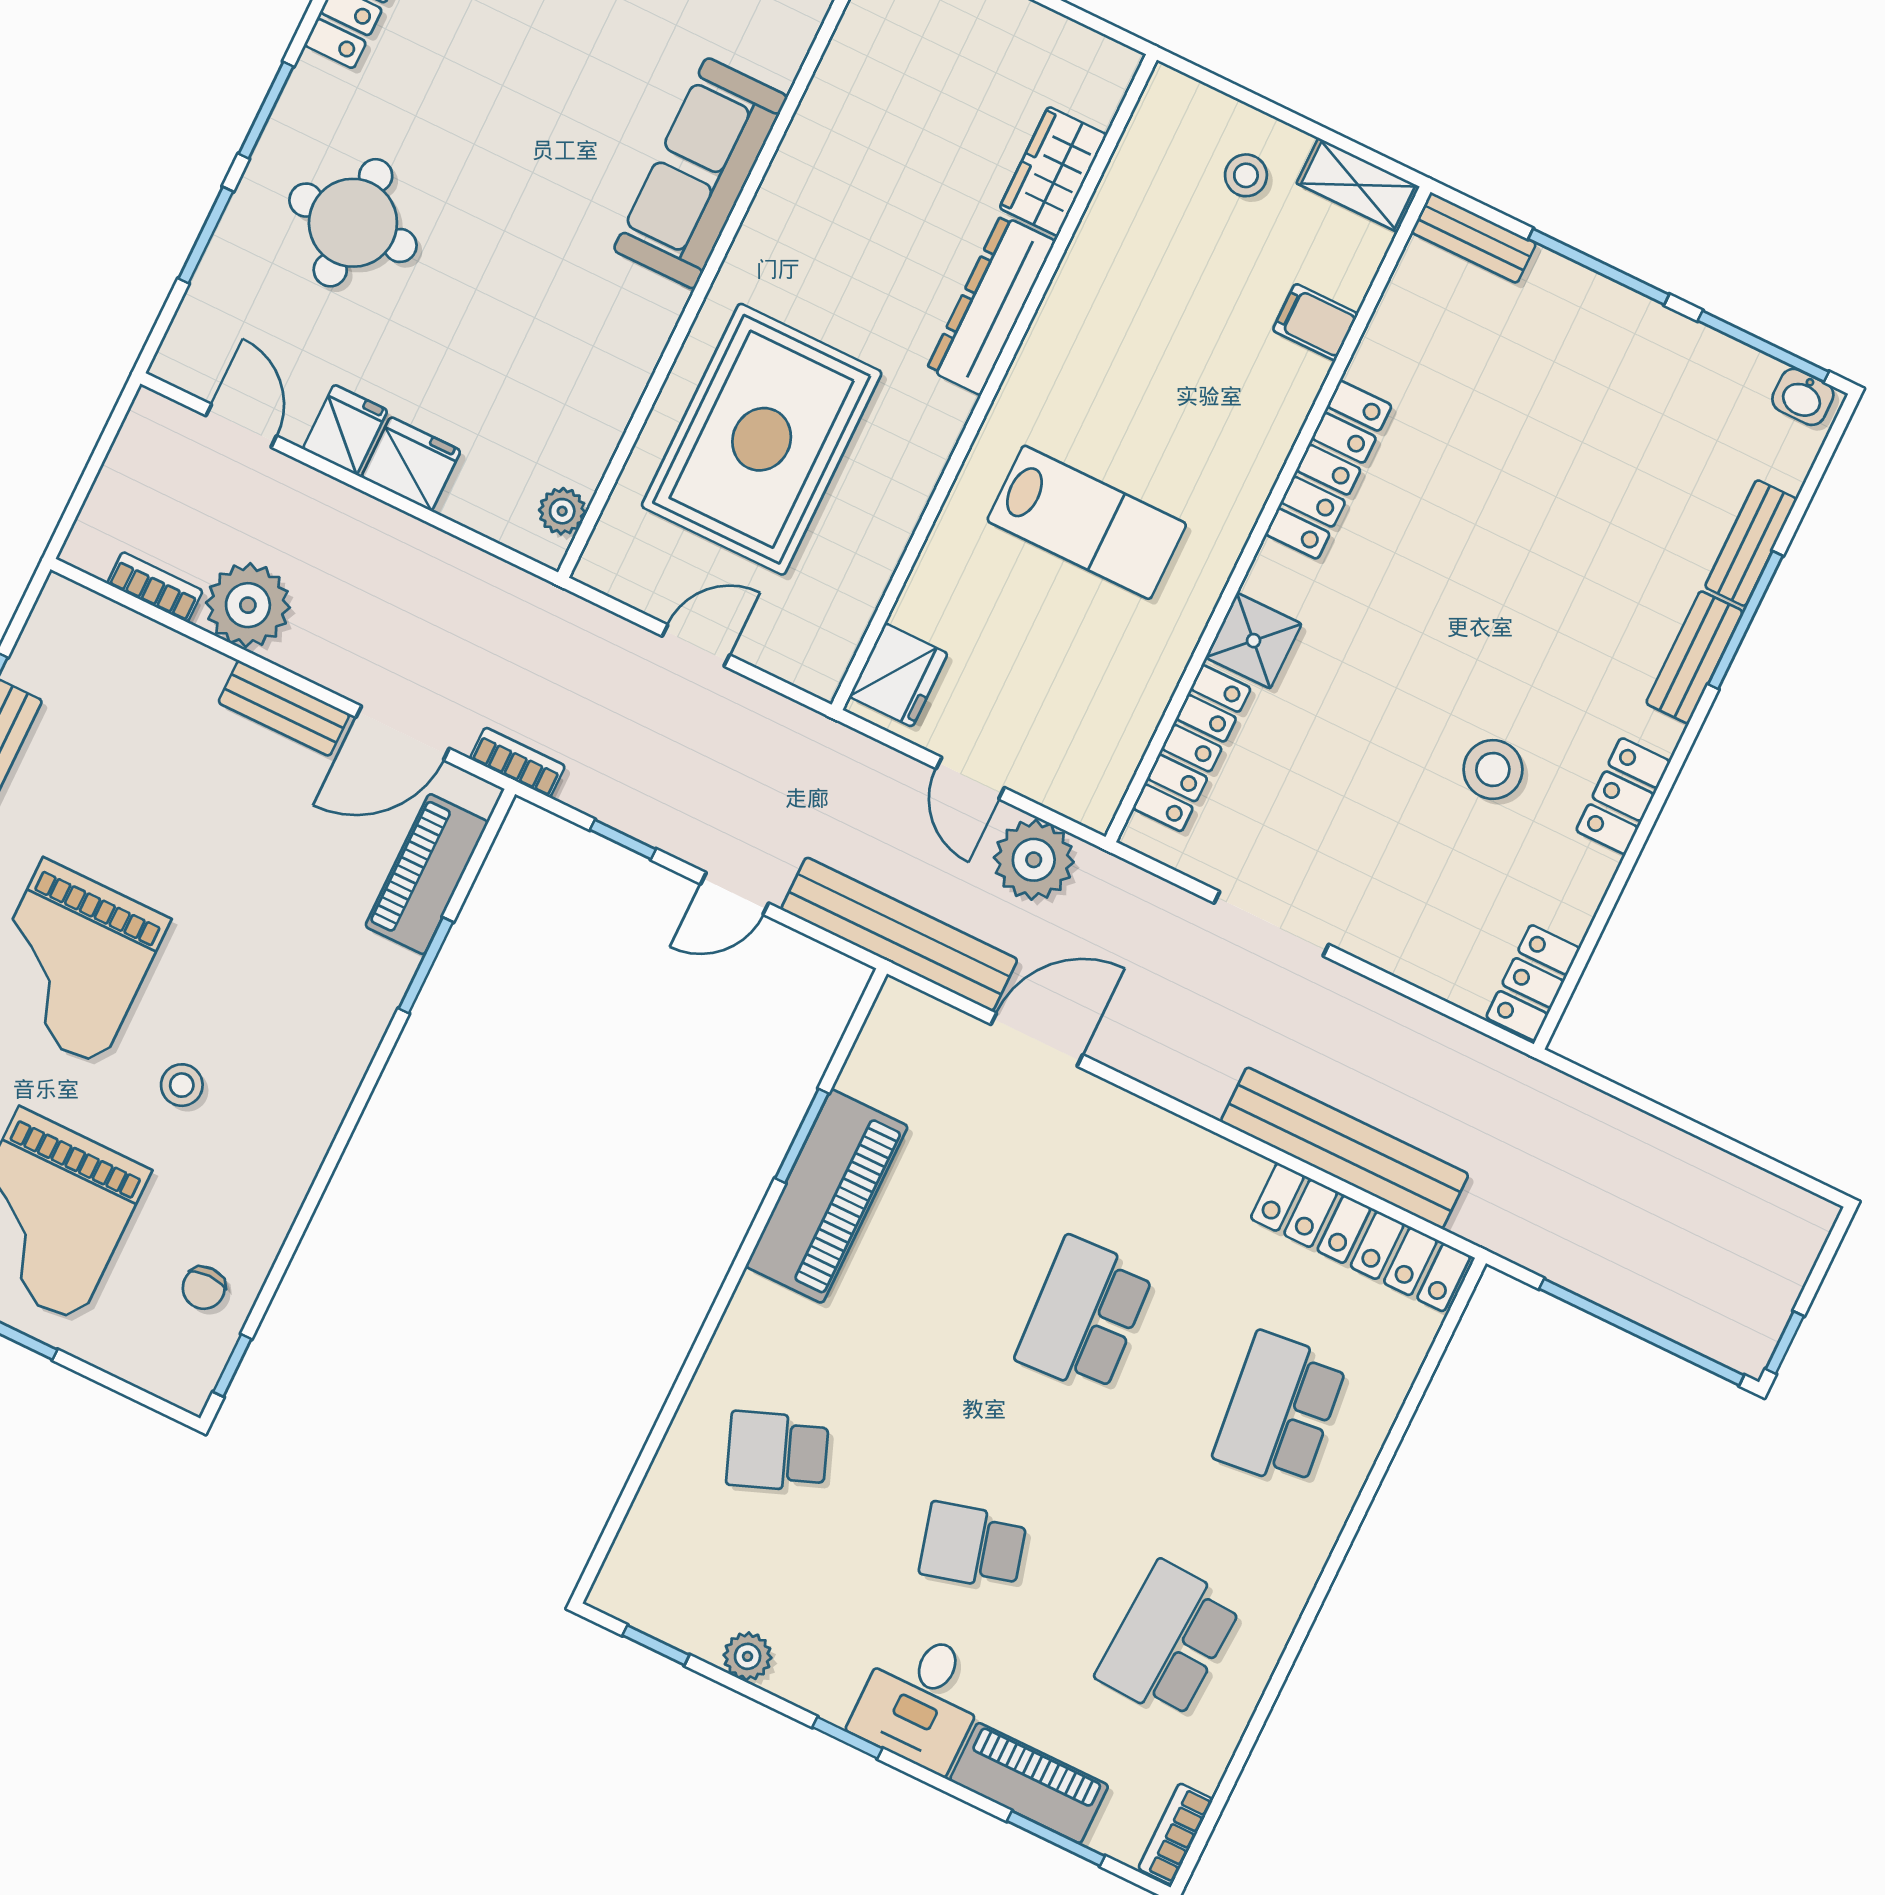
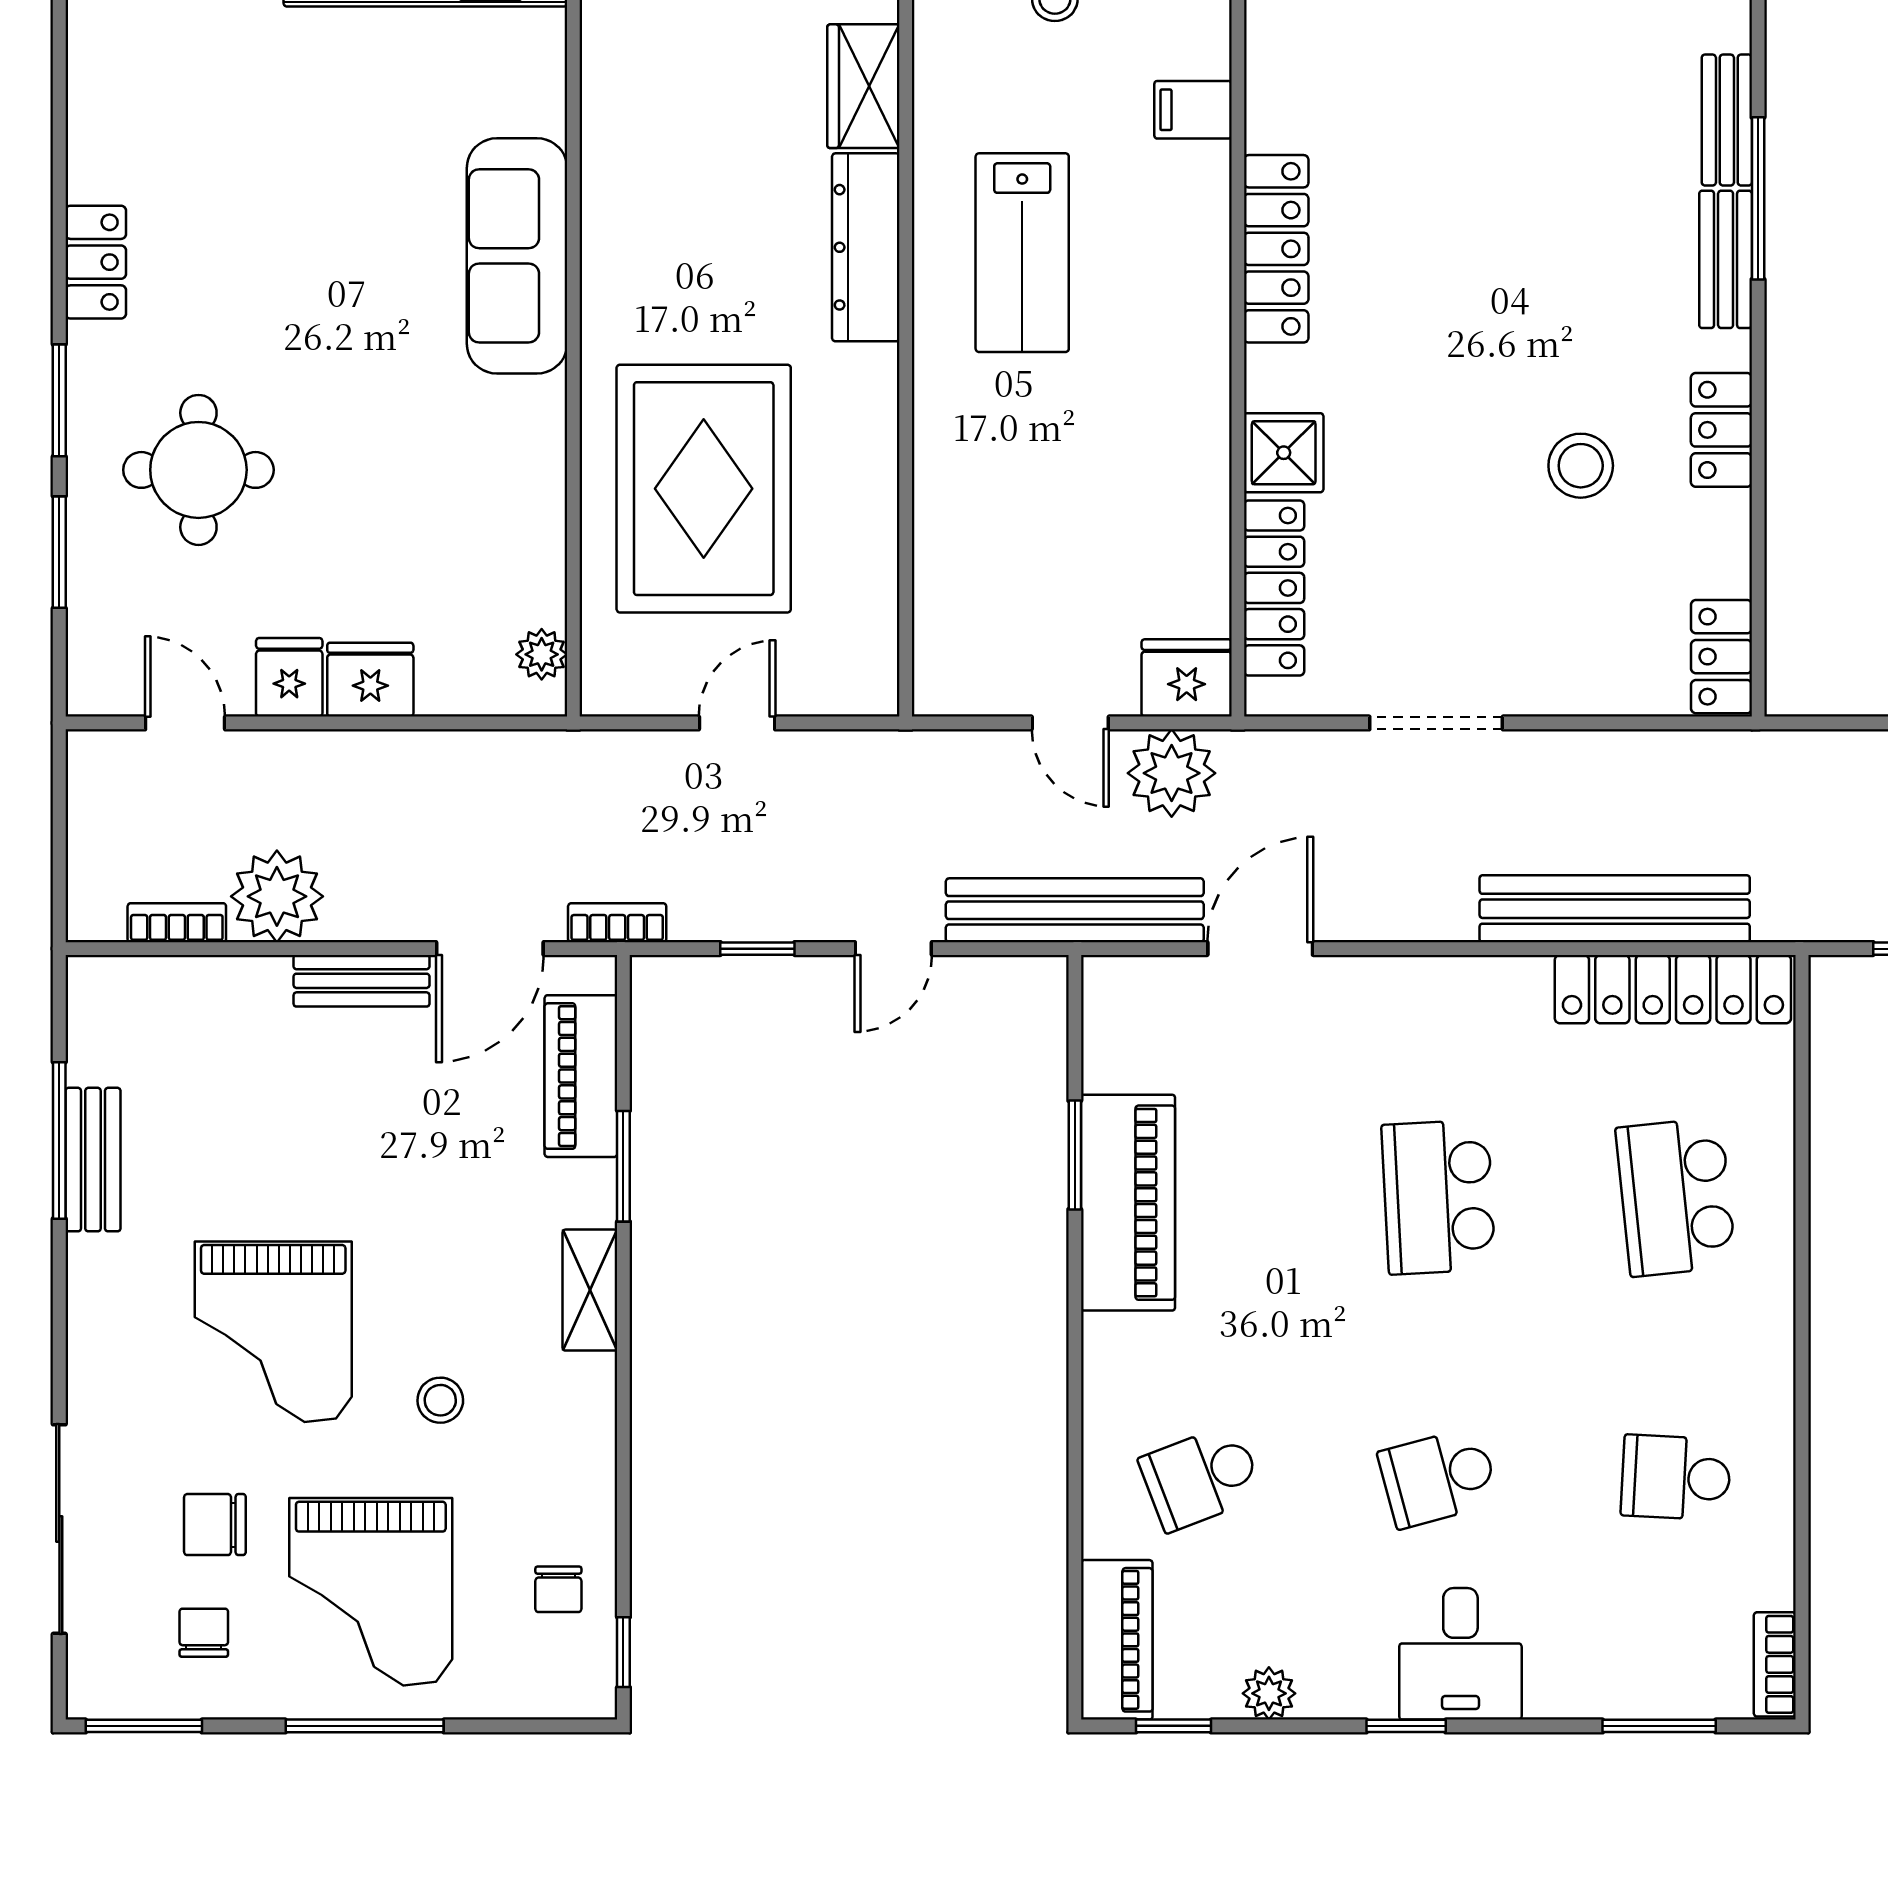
lab bench: (1087, 522) -> (1022, 253), moved, turned 90
fridge: (898, 675) -> (1187, 678), moved, turned -90
shelving: (349, 1054) -> (590, 1290), added
school desk: (1169, 1641) -> (1676, 1477), width x0.54
piano: (1029, 1783) -> (1117, 1640), moved, turned 90

